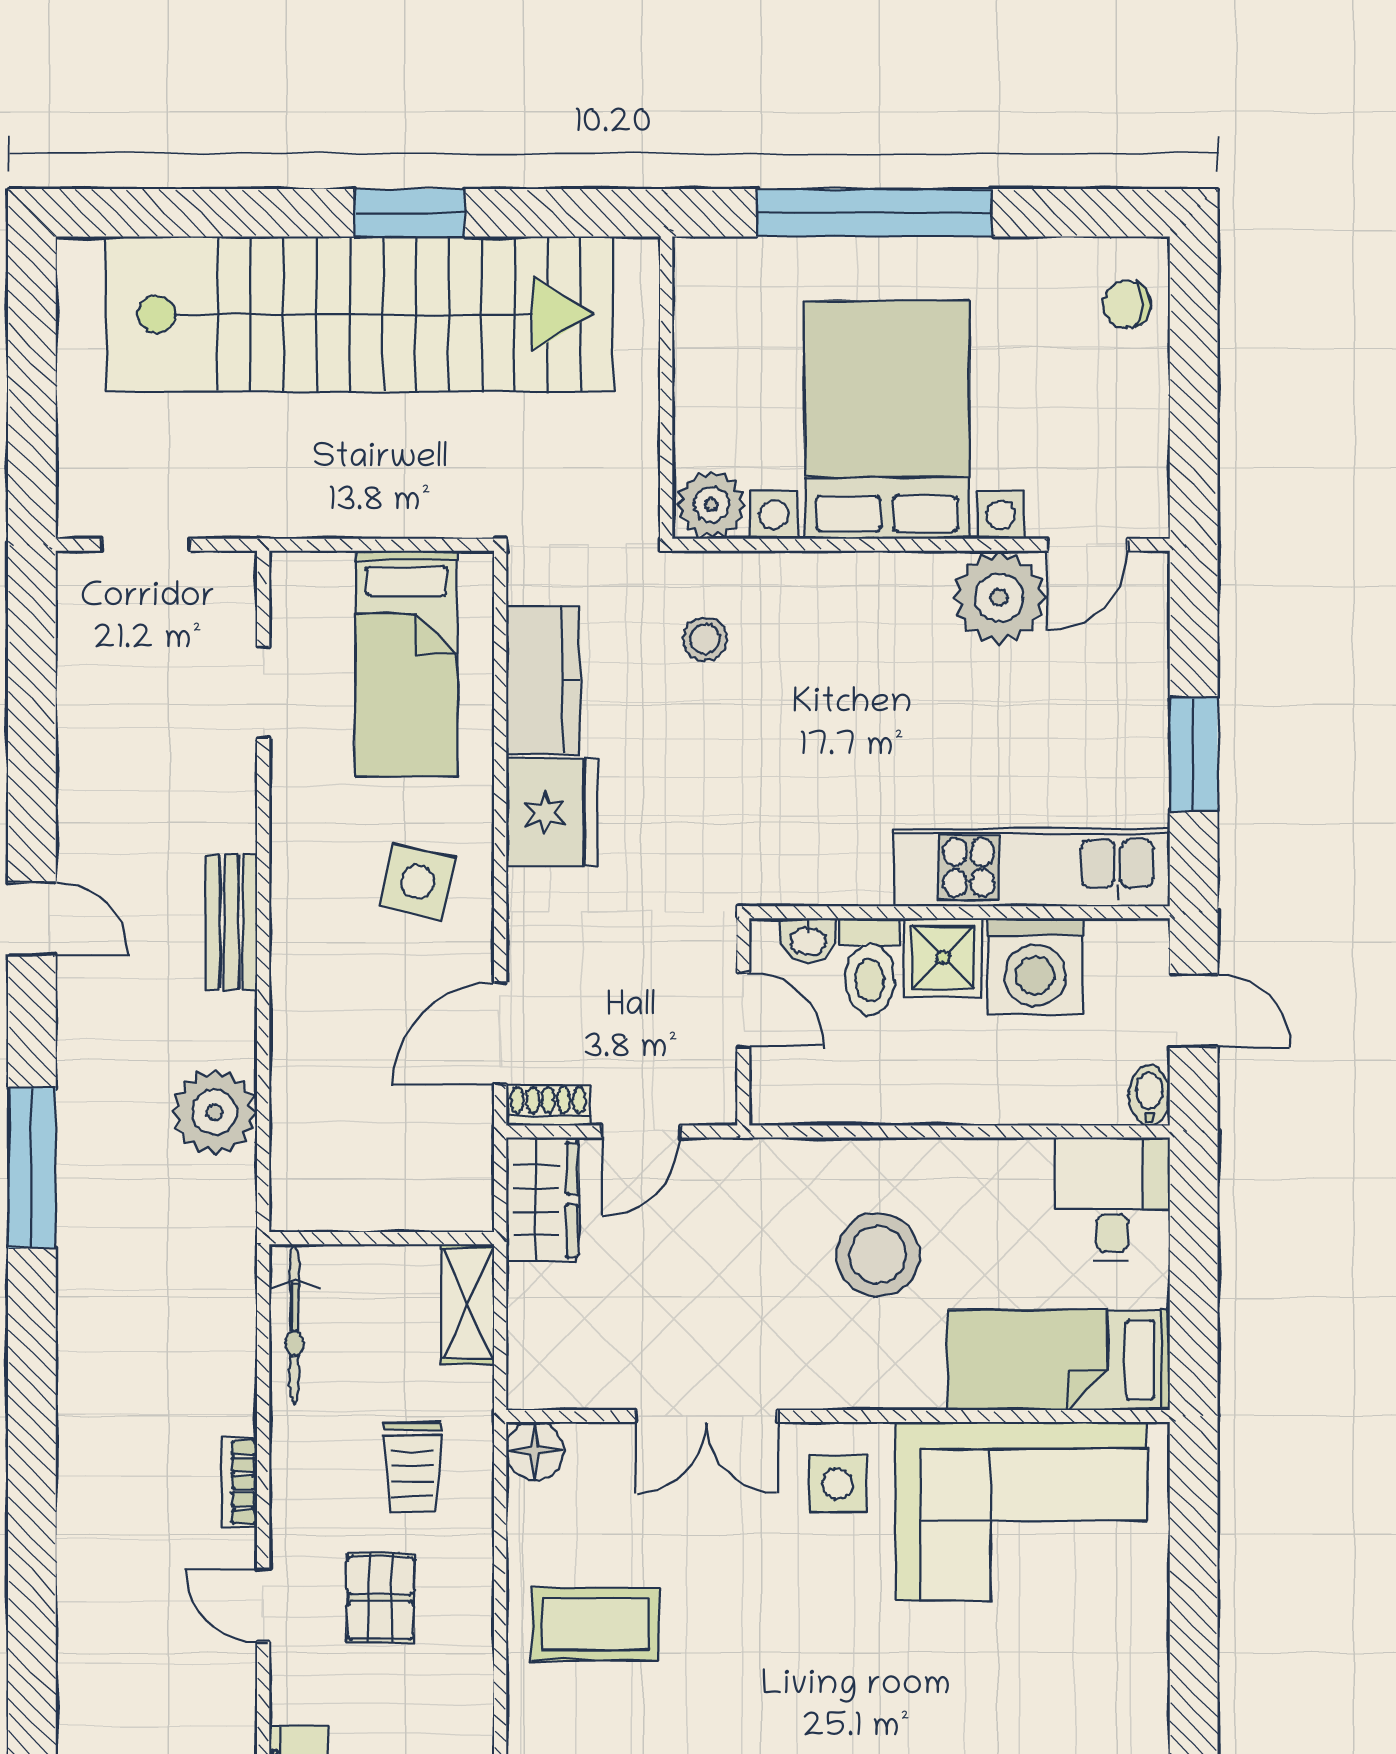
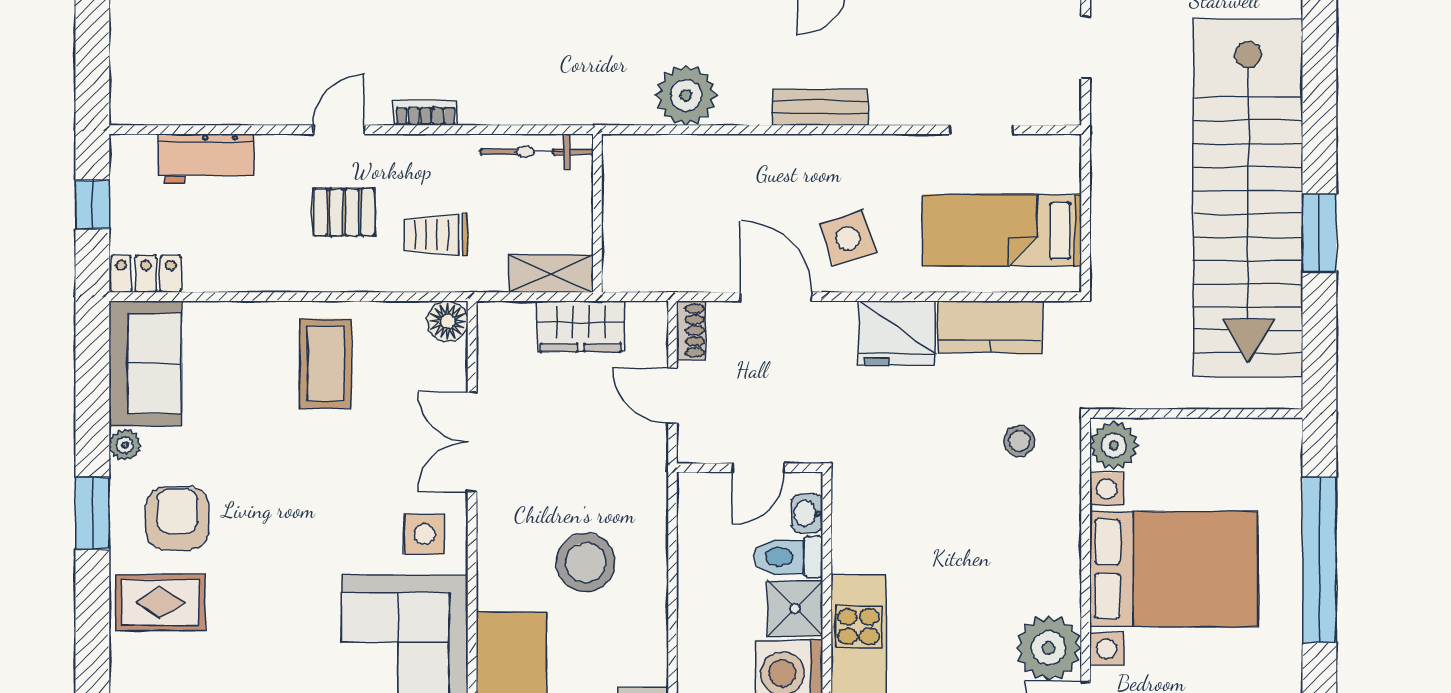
side table: (417, 882) -> (848, 238), turned -31
door: (500, 1033) -> (776, 297), moved
wardrobe: (542, 1200) -> (581, 326), moved

